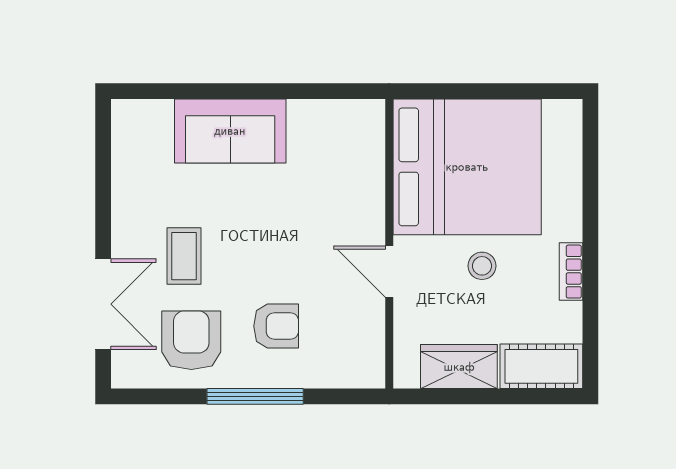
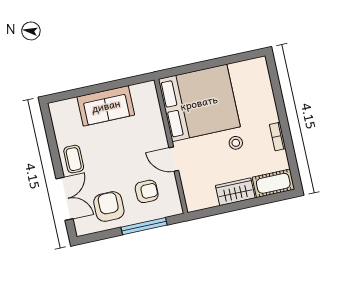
bed: (467, 167) -> (199, 103), moved
wall: (389, 244) -> (171, 146), moved
coffee table: (184, 256) -> (74, 159), moved
door: (389, 272) -> (174, 159), moved

